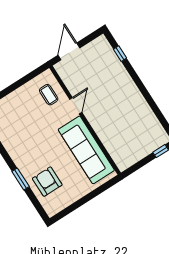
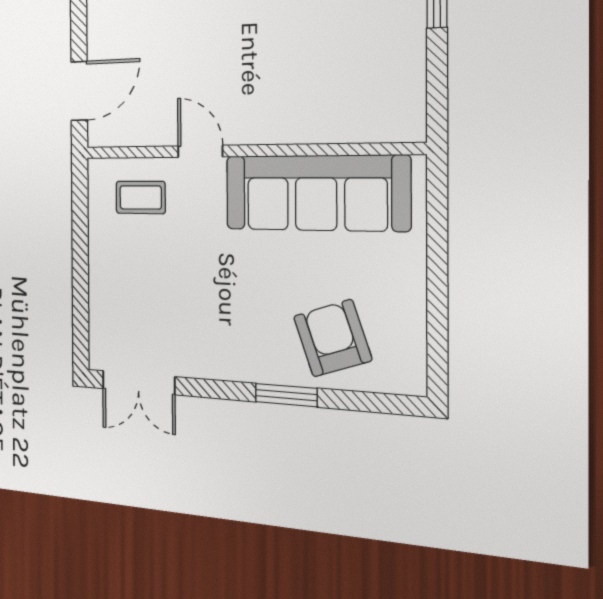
door: (69, 51) -> (79, 91), swing flipped
armchair: (47, 182) -> (332, 338), turned 71

